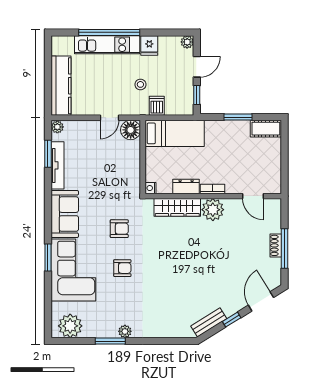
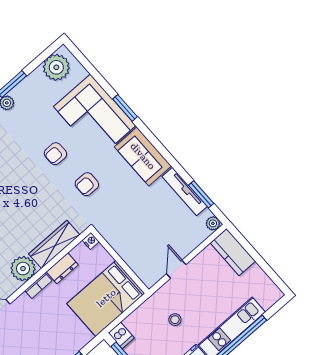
kitchen counter: (61, 86) -> (233, 252), width x0.67
dishwasher: (157, 106) -> (121, 335), moved
floor lamp: (131, 130) -> (150, 275), removed
bed: (175, 133) -> (106, 298), width x1.50

